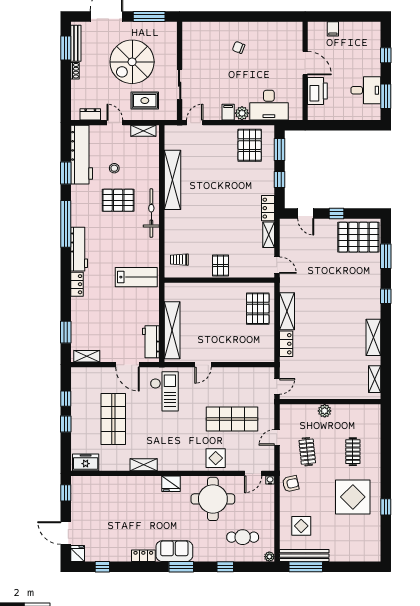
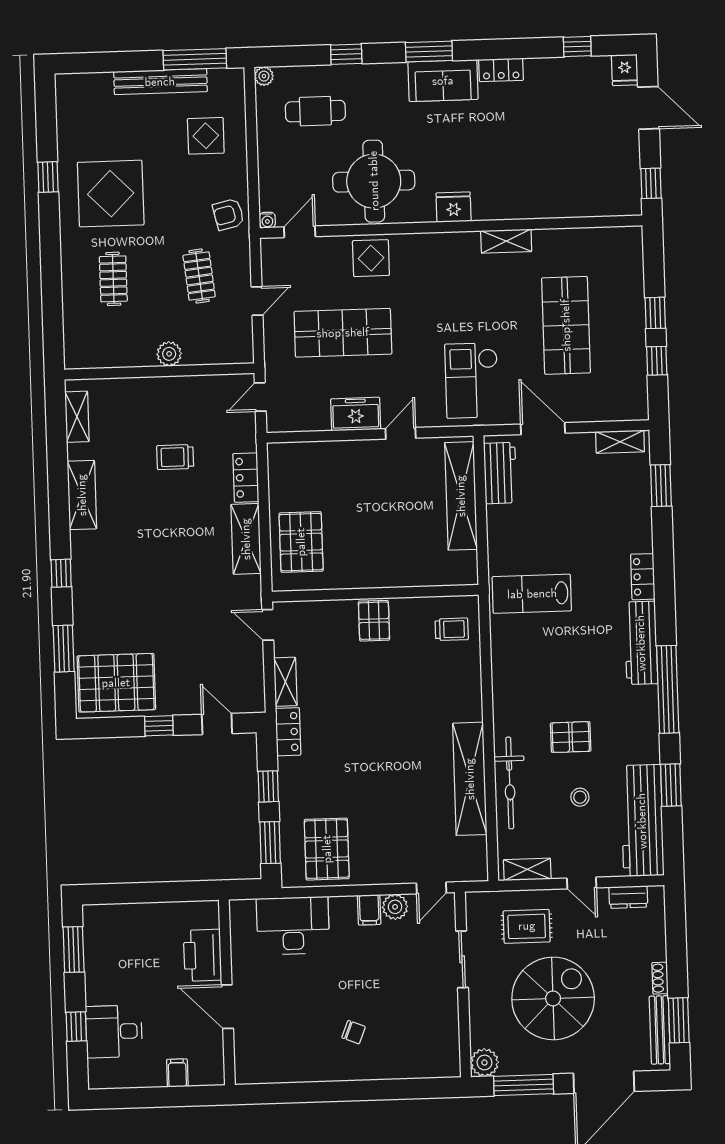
plant: (170, 29) -> (484, 1063), added
desk: (366, 90) -> (114, 1031), moved
plant: (242, 113) -> (395, 907), moved
pallet: (118, 200) -> (571, 737), width x0.67, depth x0.71
bicycle: (151, 213) -> (510, 783), moved
trolley: (323, 356) -> (175, 457), added
freezer: (86, 462) -> (356, 414), moved, turned 180
bench: (304, 556) -> (160, 82), moved

